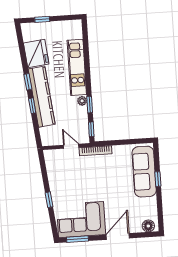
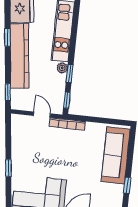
window: (32, 106) -> (8, 92), moved
window: (158, 179) -> (127, 185), moved

